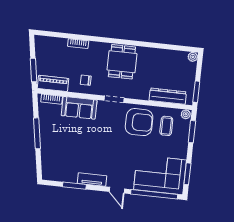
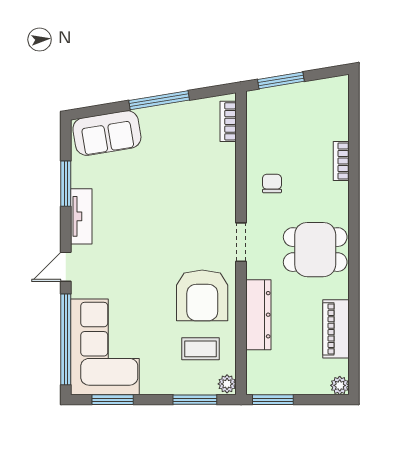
piano: (53, 83) -> (336, 329), moved, turned 180
dresser: (168, 96) -> (258, 315), moved
sofa: (79, 108) -> (107, 133), moved, turned -99

